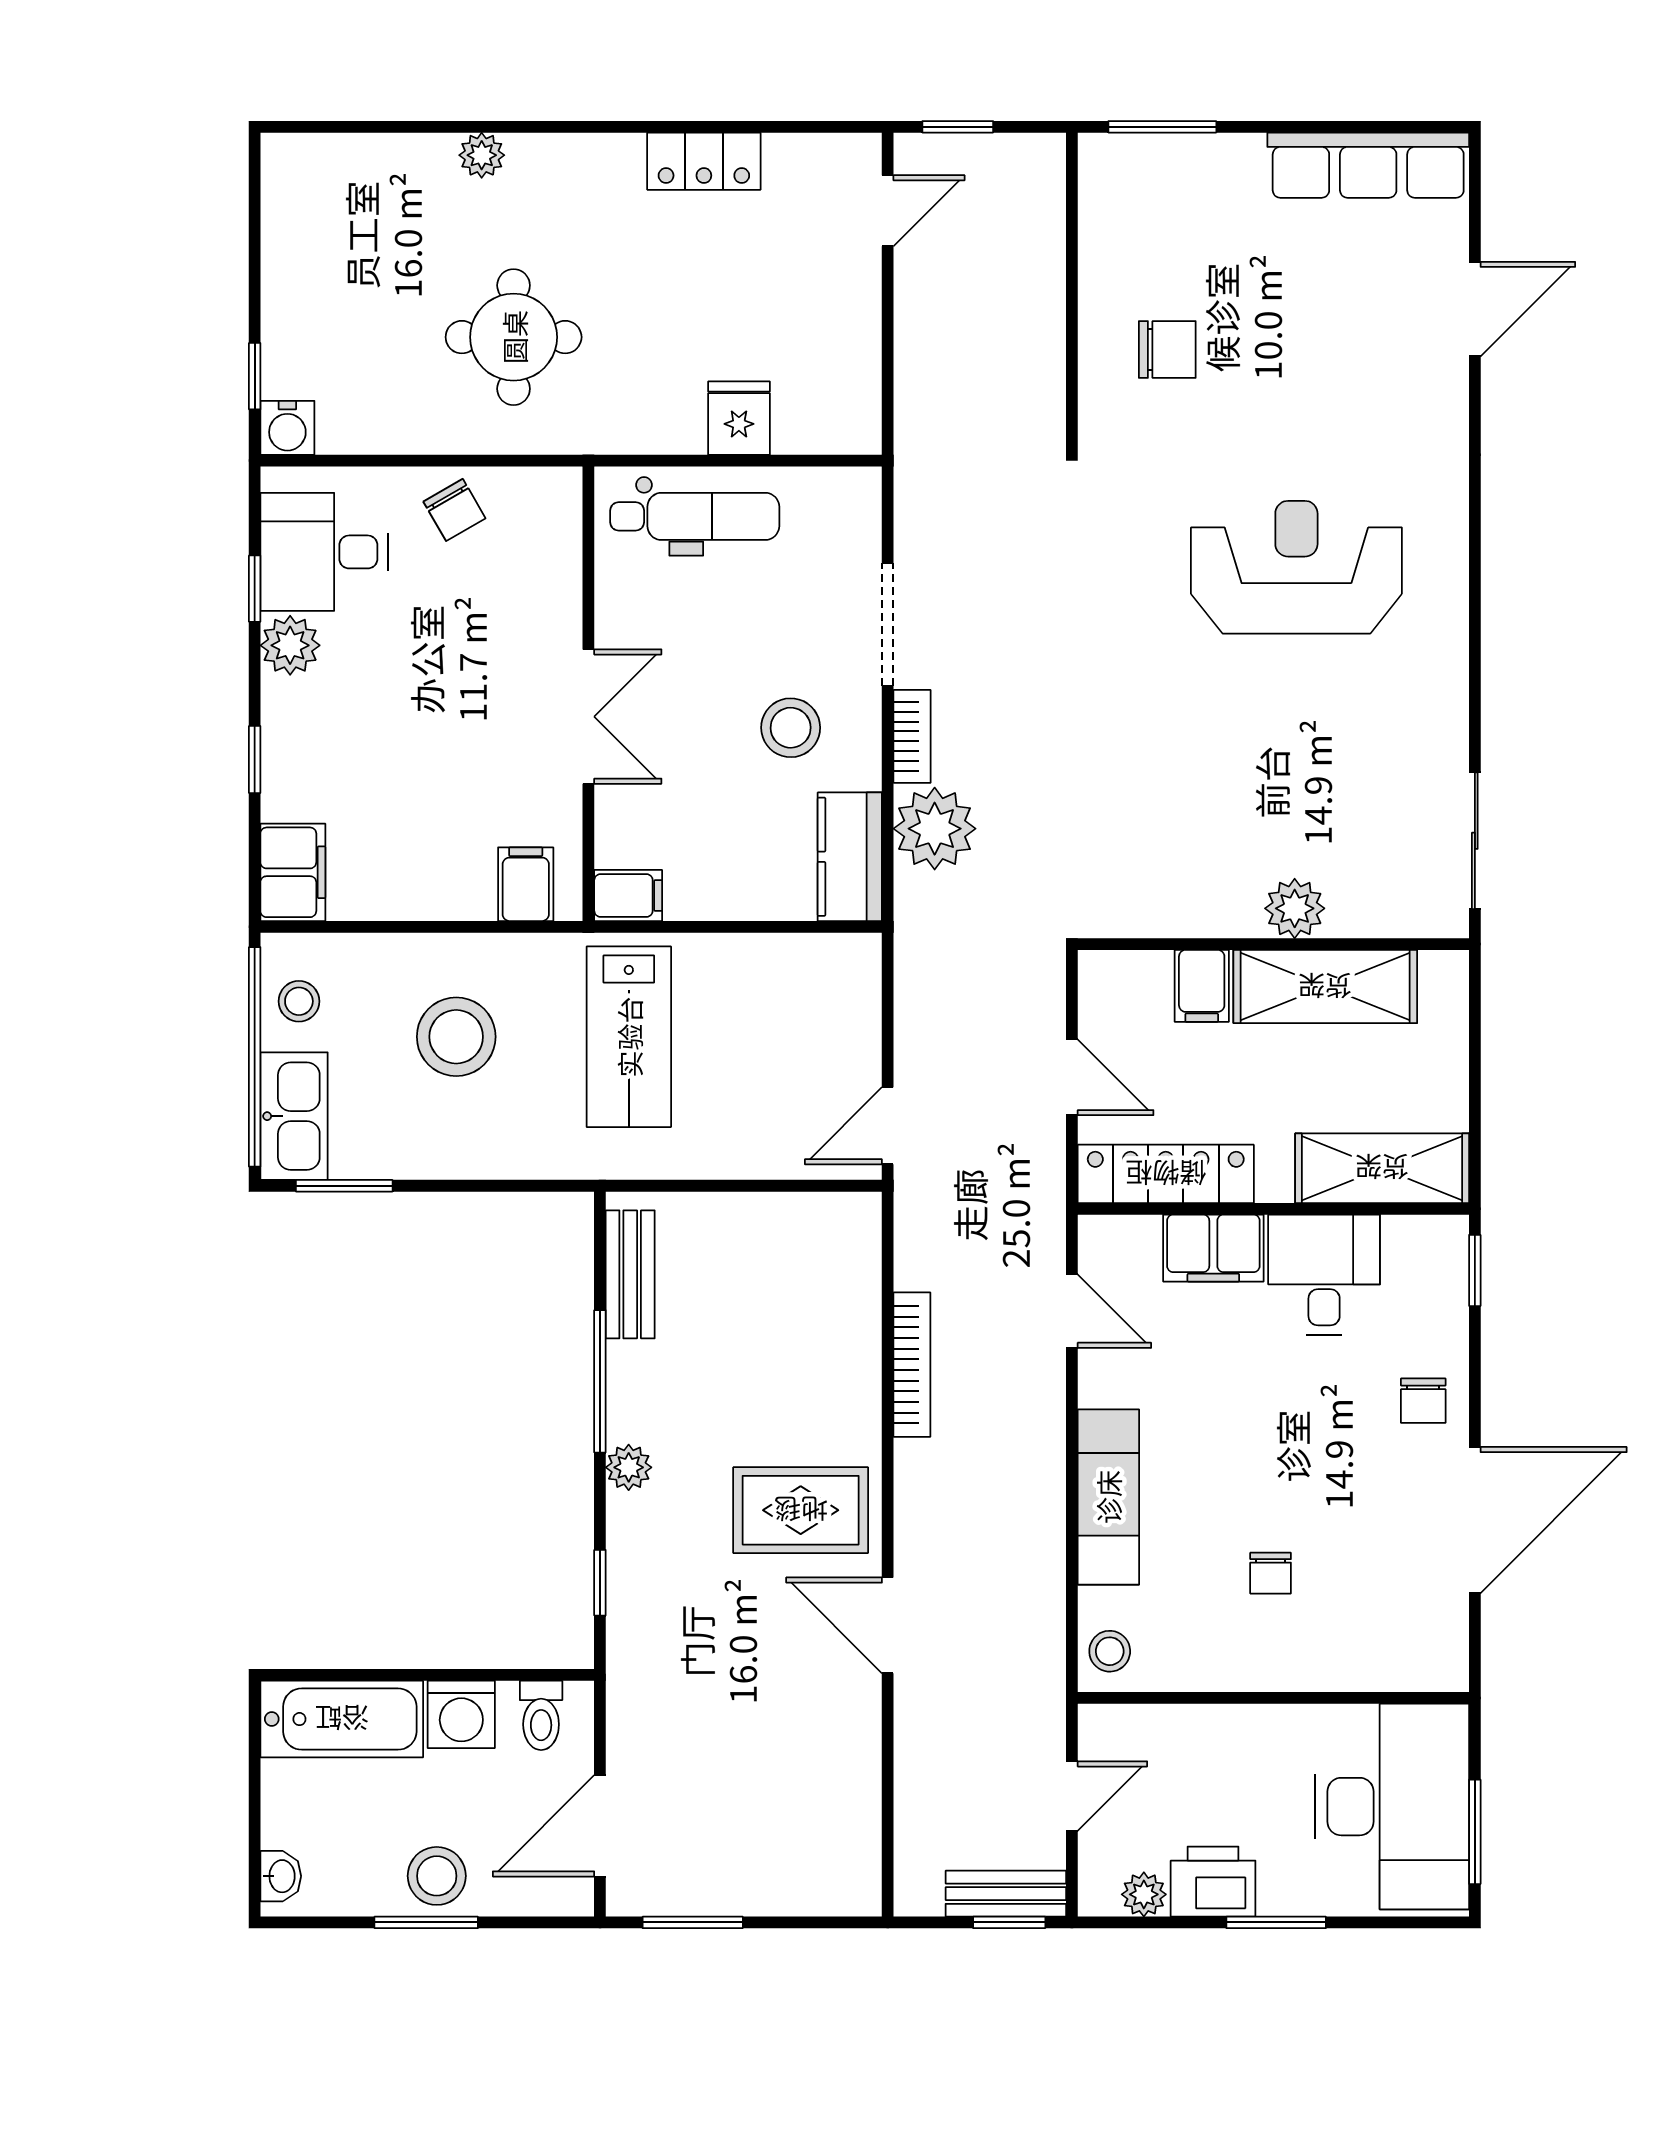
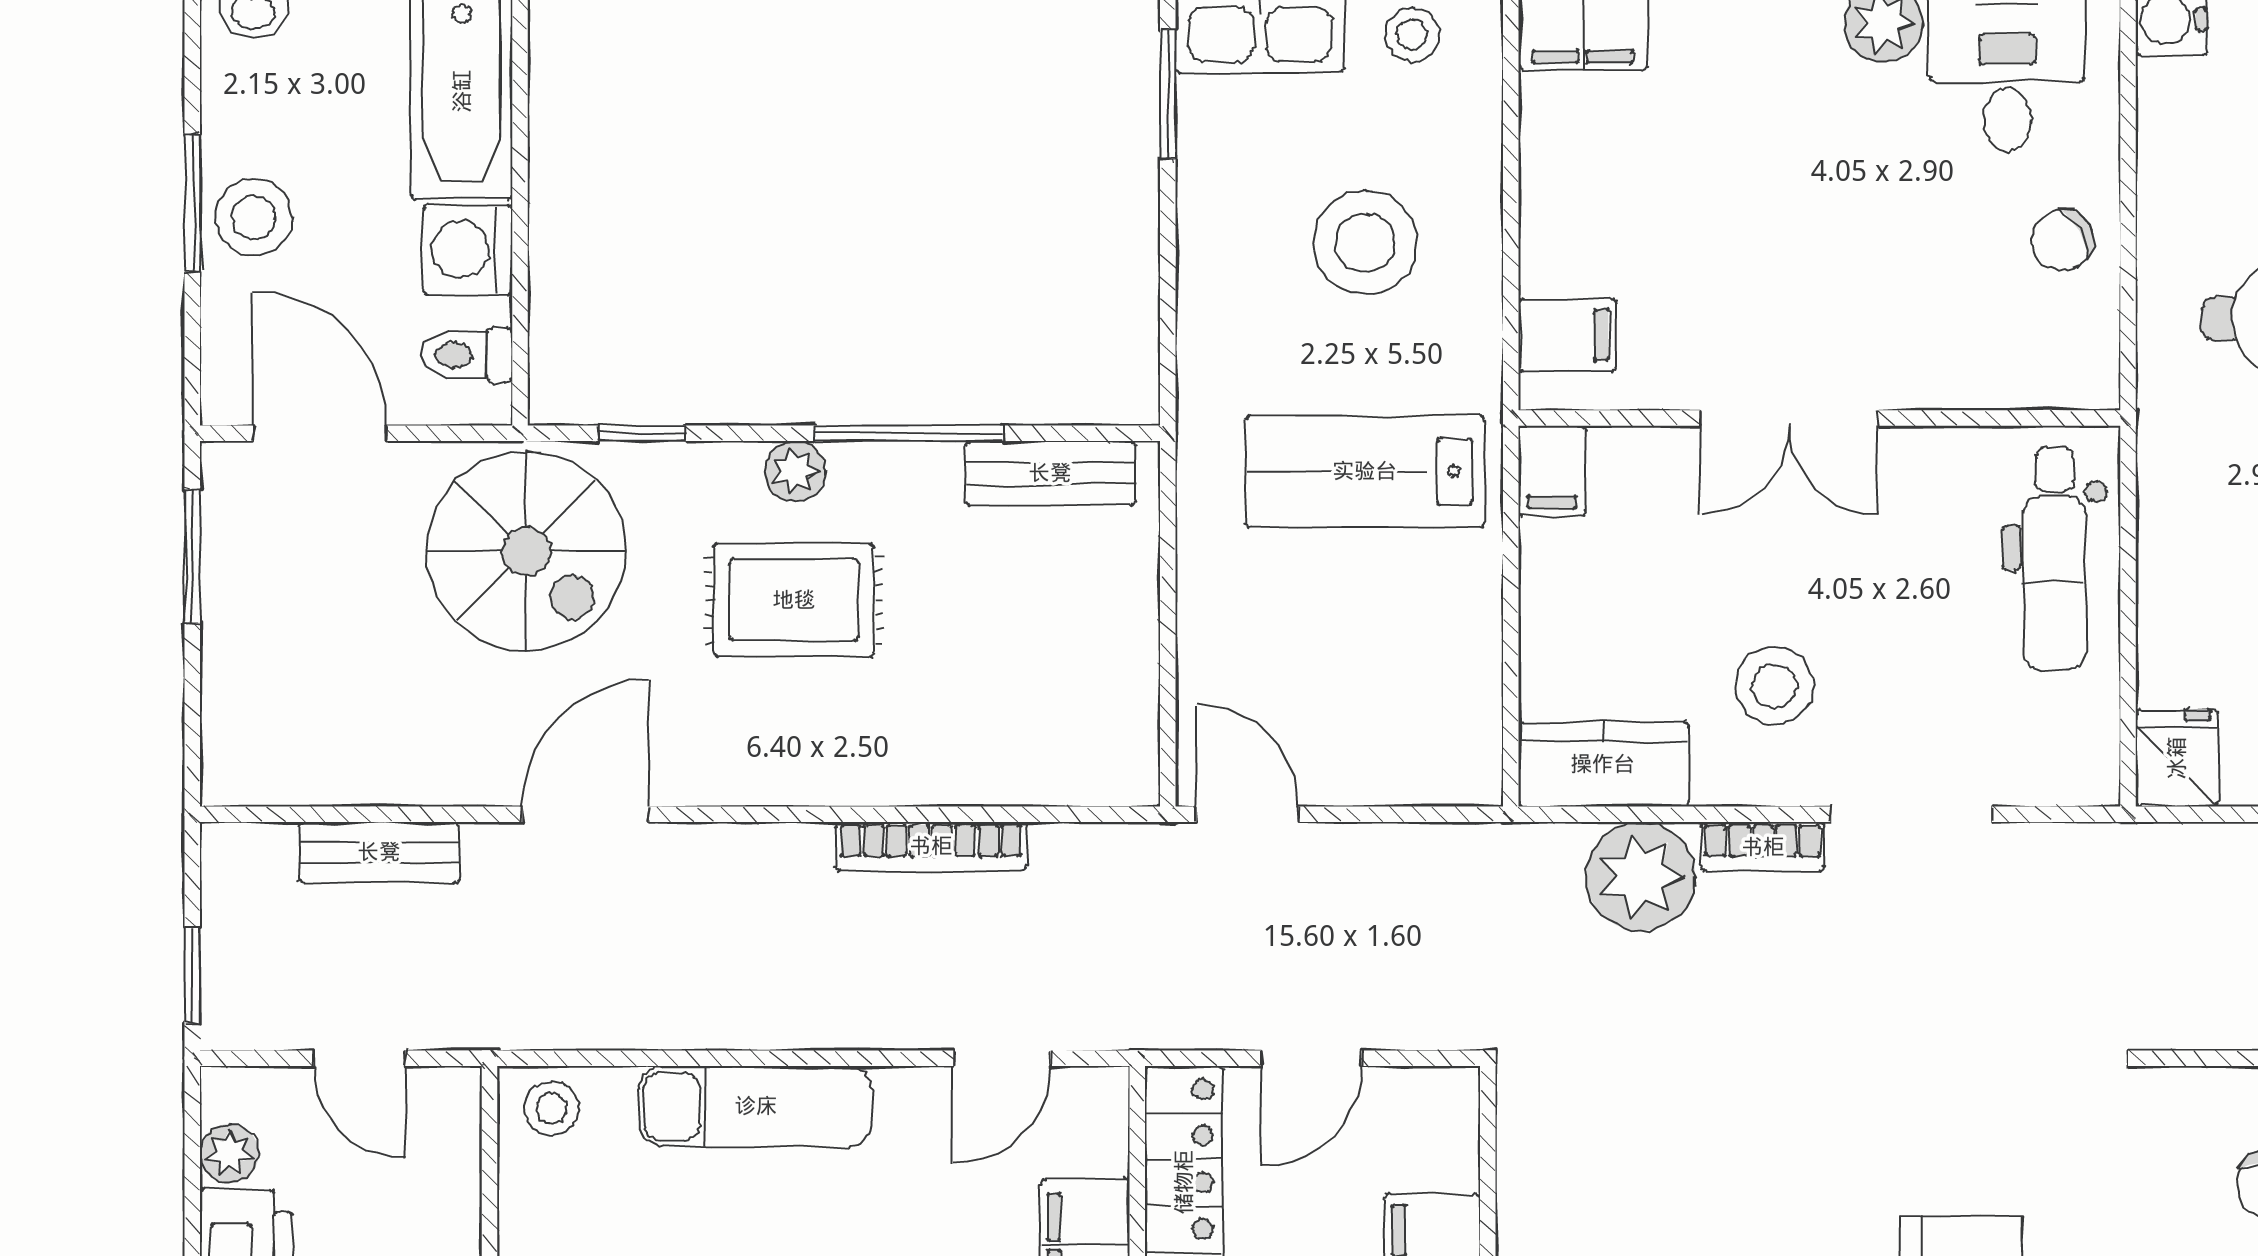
fridge: (739, 418) -> (2177, 758), moved, turned -90
rug: (801, 1510) -> (794, 600), moved, turned 90
spiral stairs: (689, 1670) -> (526, 551), added
bench: (1006, 1894) -> (379, 852), moved, turned 90

